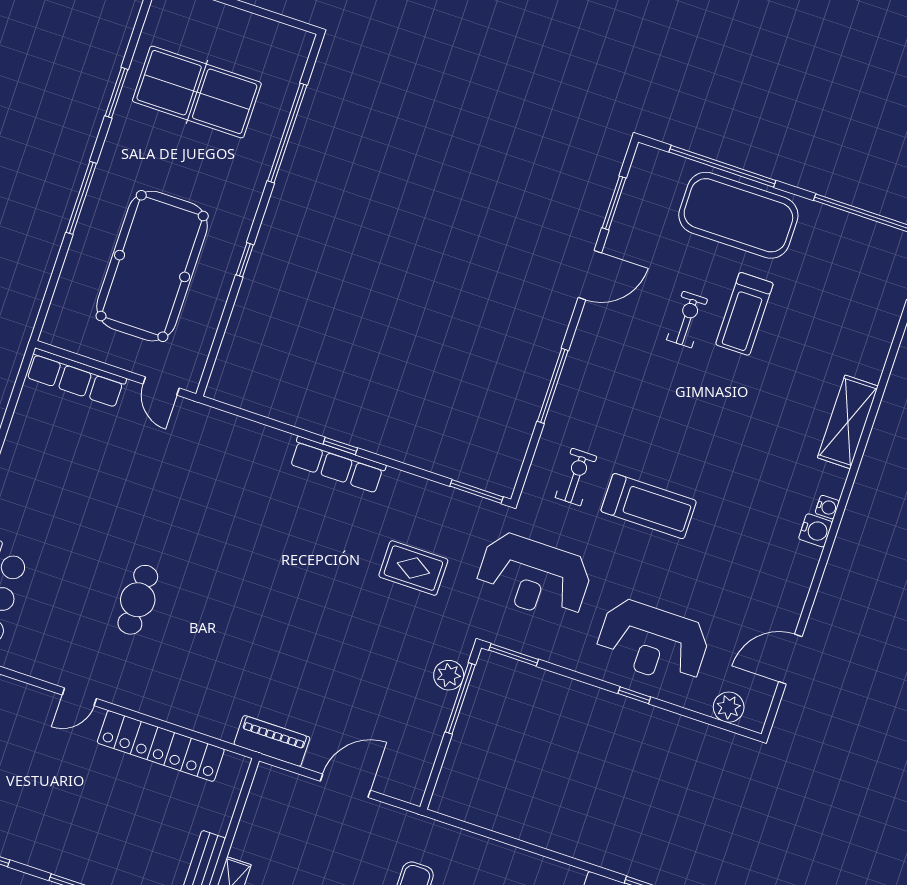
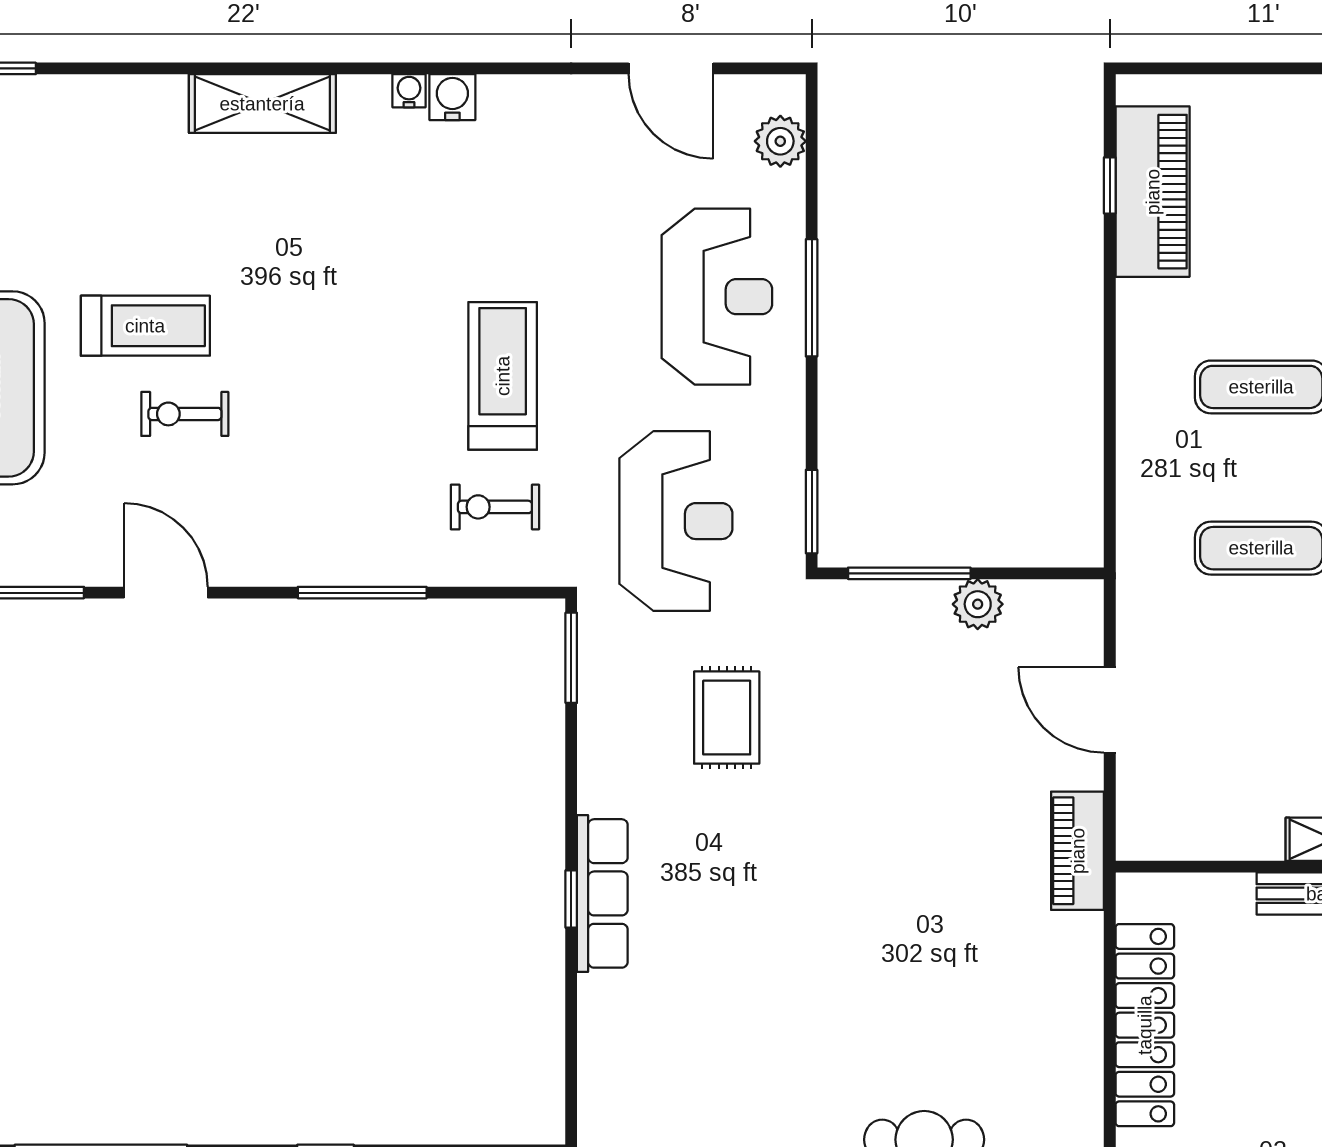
plant: (449, 675) -> (978, 604), moved
window: (634, 695) -> (812, 298), width x2.17

